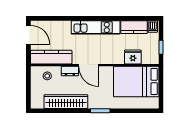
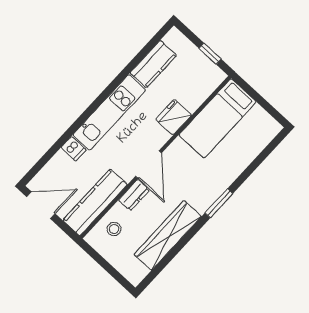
dishwasher: (153, 26) -> (74, 149), moved
fridge: (133, 57) -> (174, 117), moved
door: (89, 65) -> (149, 165), hinge flipped
bed: (136, 81) -> (218, 118), width x0.67

